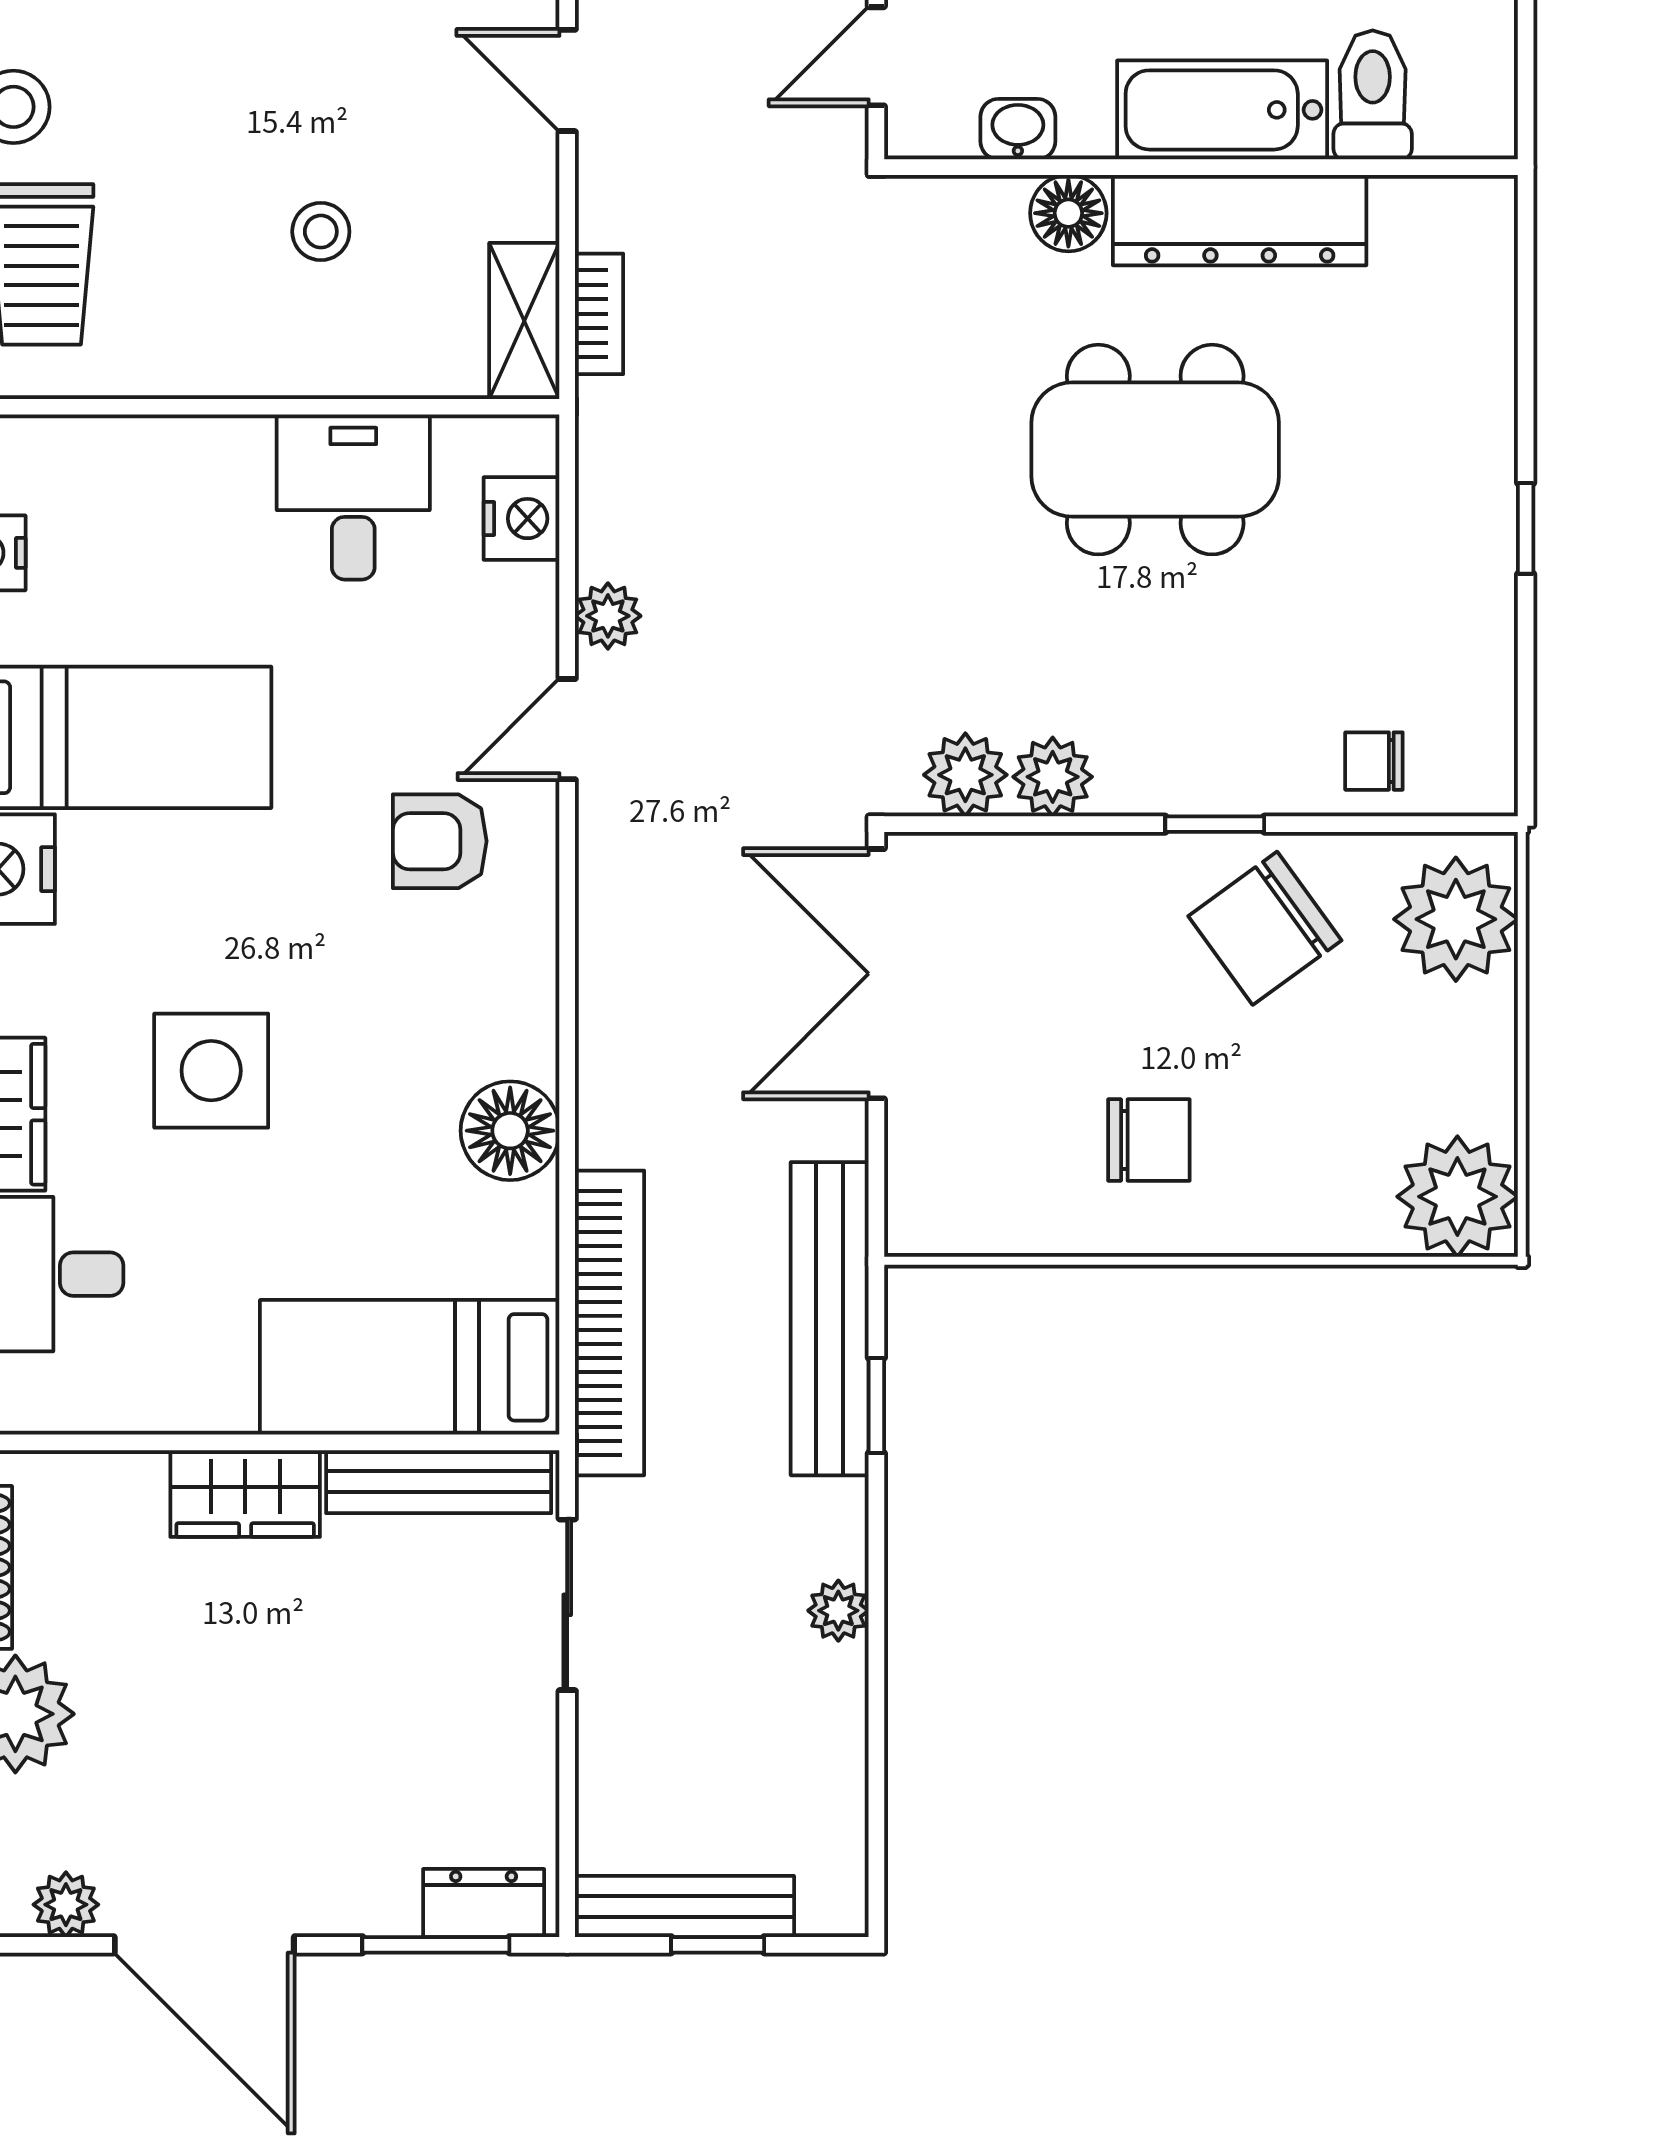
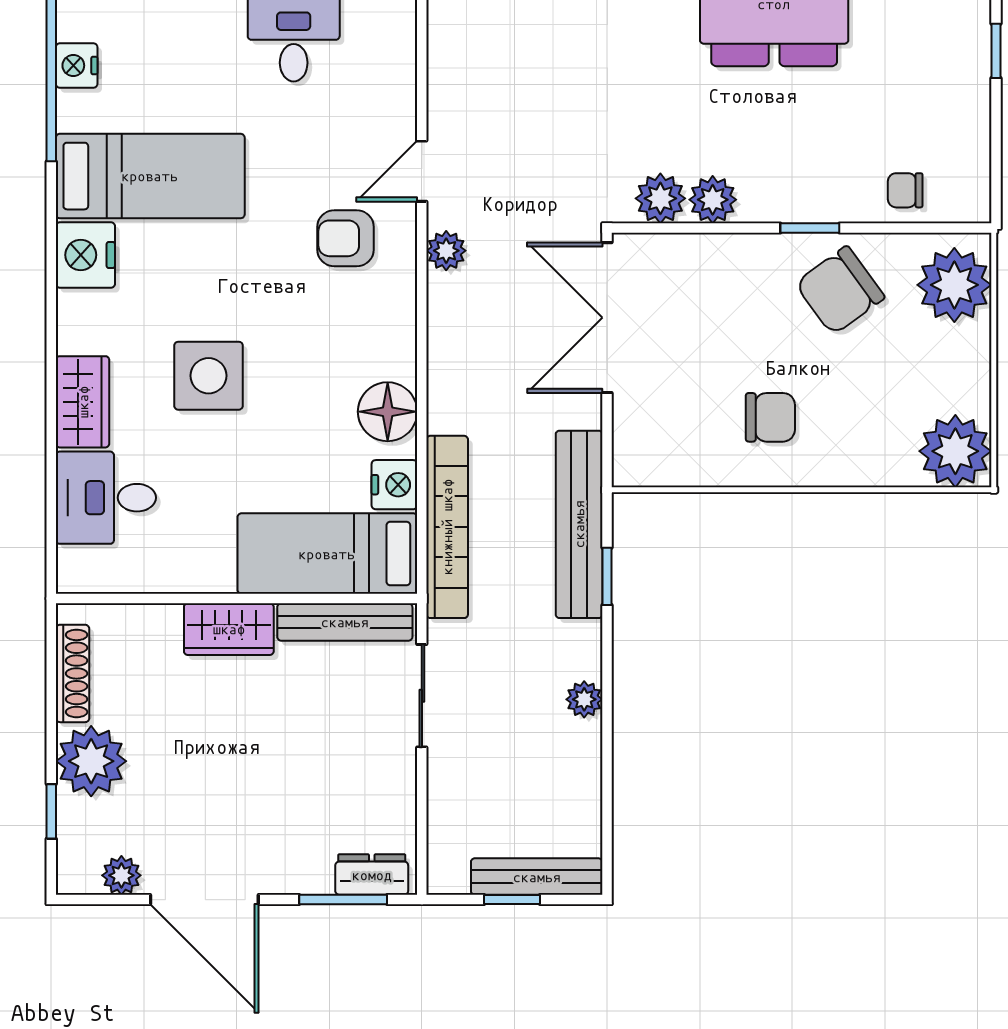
nightstand: (522, 519) -> (394, 485), moved
plant: (608, 616) -> (446, 251), moved
bench: (684, 1906) -> (537, 877), moved

